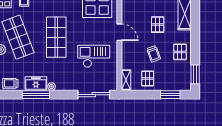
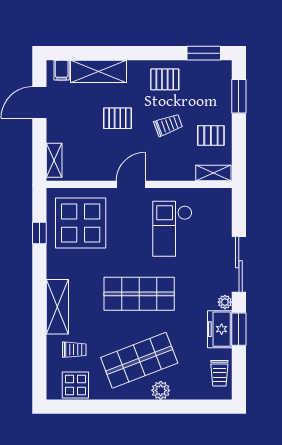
window: (36, 95) -> (239, 329), width x0.69
sliding door: (94, 95) -> (239, 264), moved

